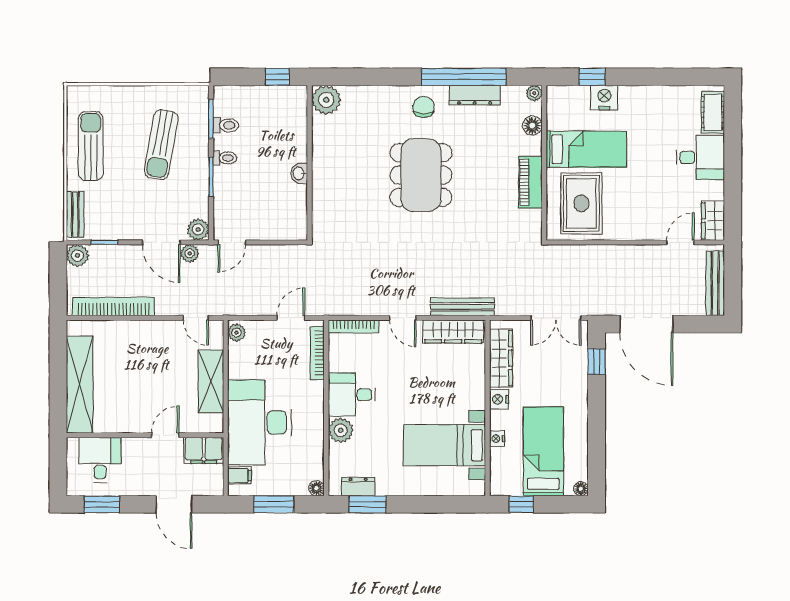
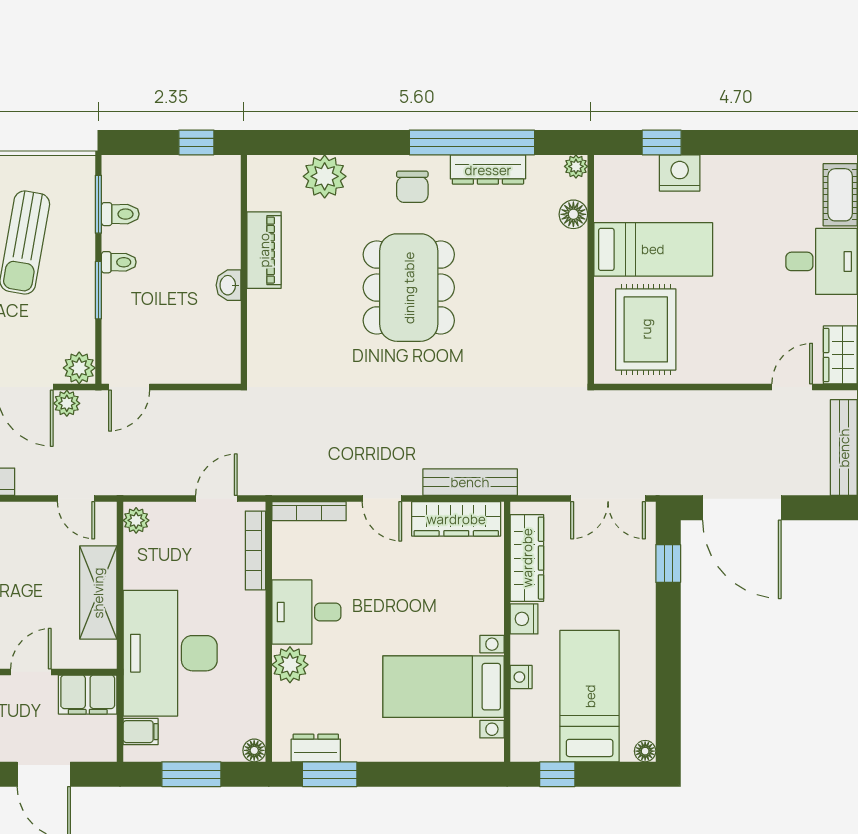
plant: (326, 100) -> (325, 176), moved
chair: (423, 107) -> (412, 187), turned 180
piano: (530, 182) -> (264, 250), moved, turned 180

